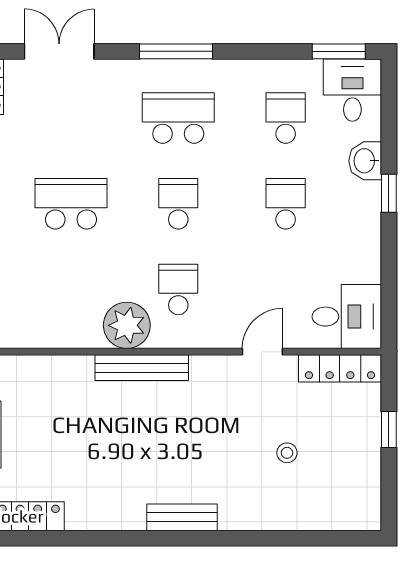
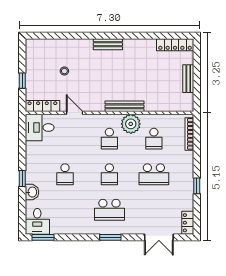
window: (176, 51) -> (110, 237), width x0.69
school desk: (286, 118) -> (154, 139), moved
door: (262, 352) -> (75, 113), swing flipped

